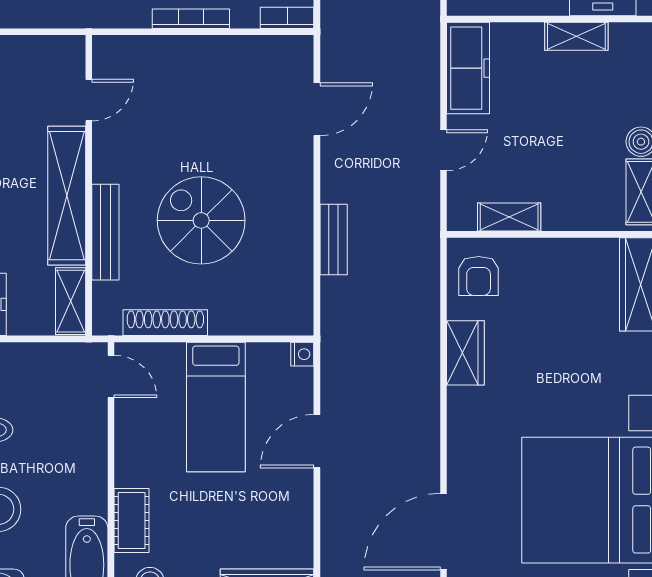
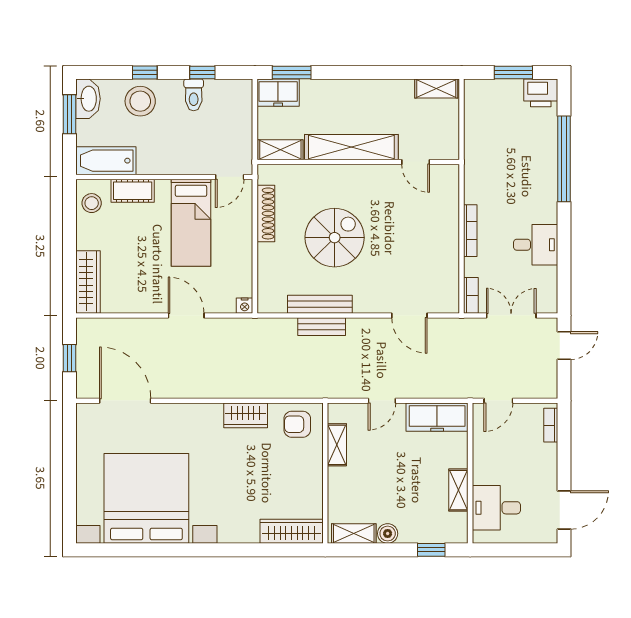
door: (444, 150) -> (382, 401), hinge flipped
bench: (105, 232) -> (320, 304), moved
bed: (216, 407) -> (191, 223), moved, turned -90

